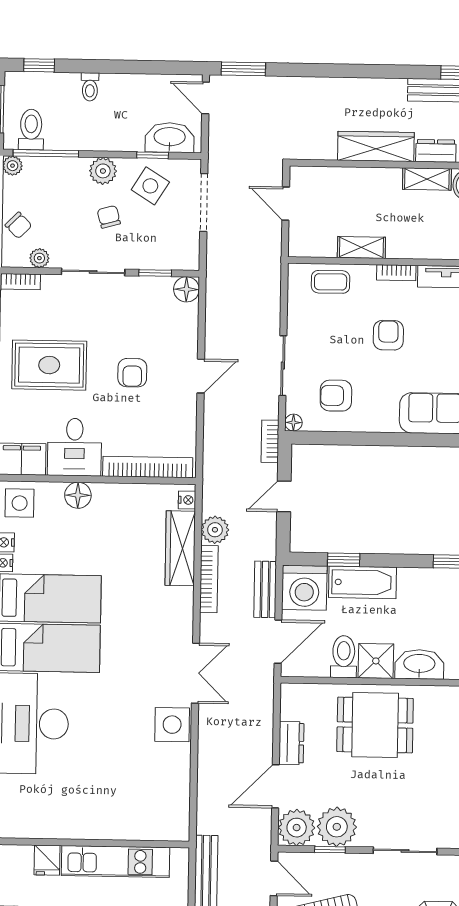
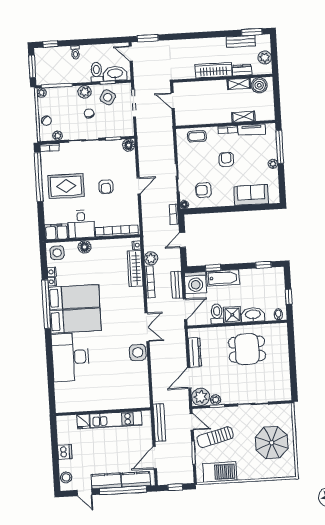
toilet: (31, 130) -> (97, 72), moved
shelving: (361, 247) -> (243, 117), moved
dining table: (375, 725) -> (247, 349), moved
dresser: (291, 743) -> (195, 352), width x1.44
plant: (337, 827) -> (216, 400), width x0.53, depth x0.53

